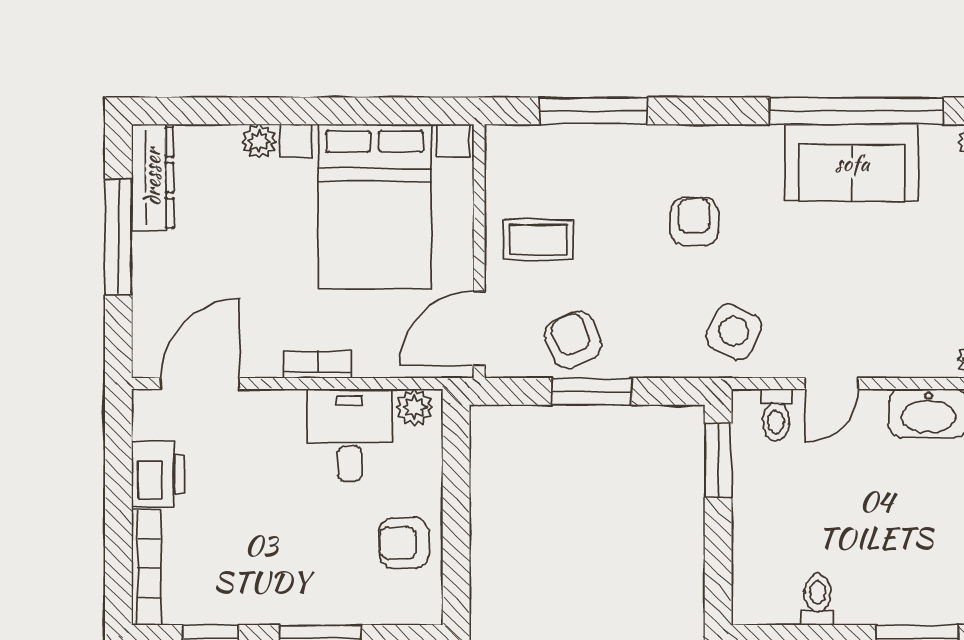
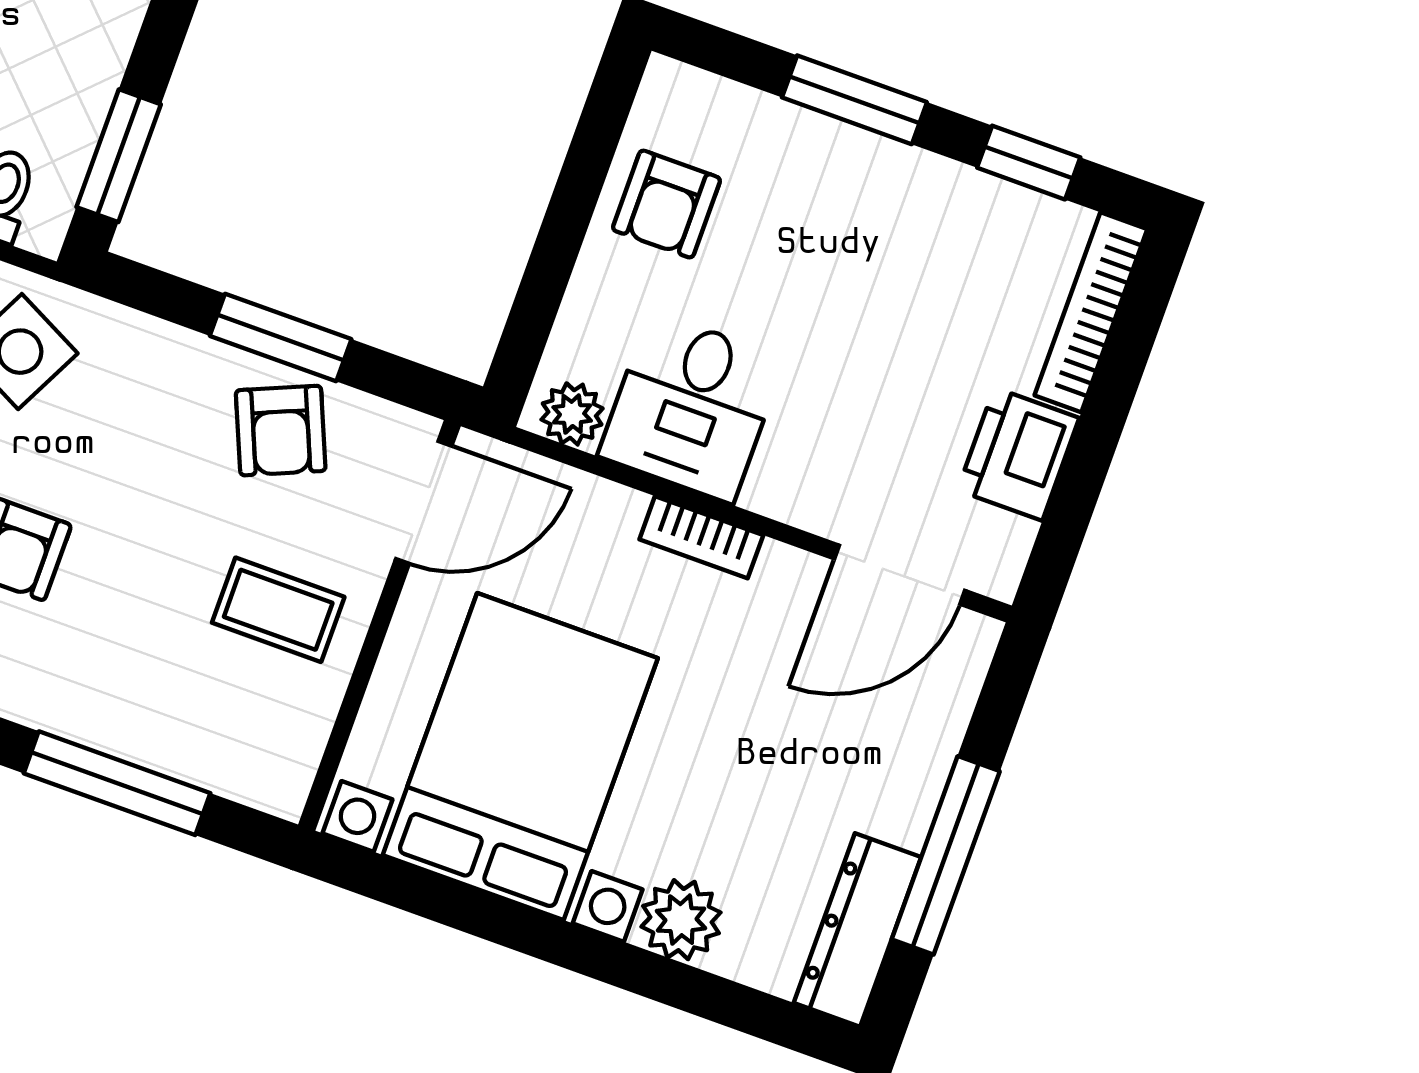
plant: (259, 141) -> (681, 920), width x1.38, depth x1.38
armchair: (404, 543) -> (666, 204), turned 90

